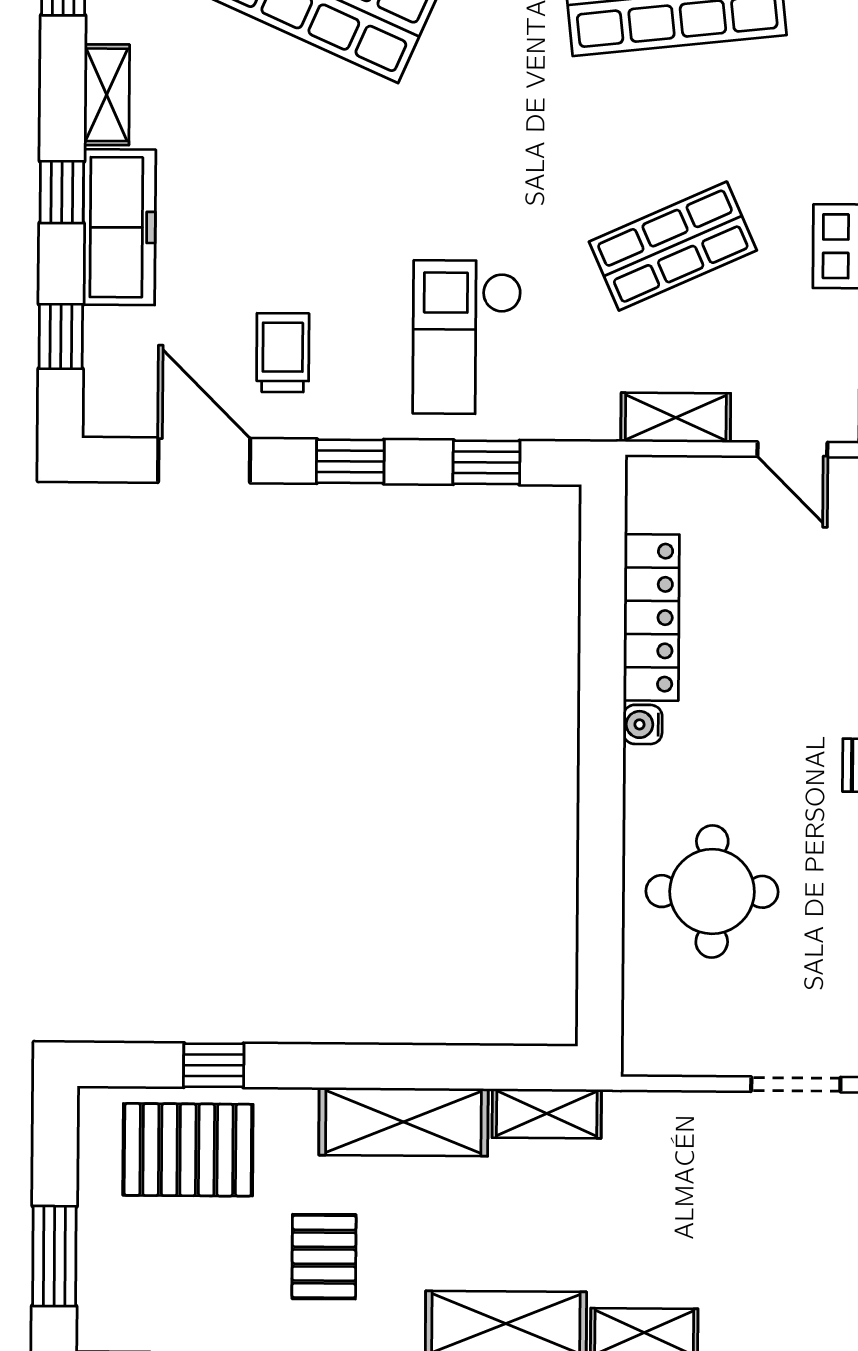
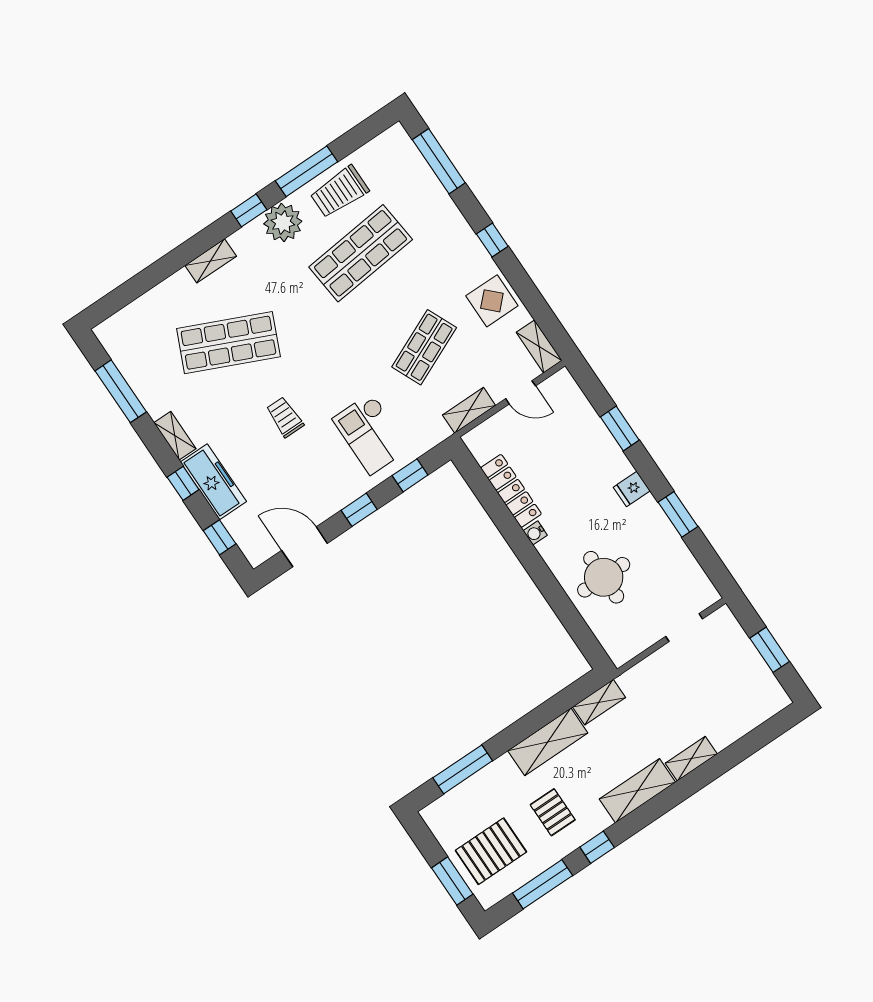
trolley: (283, 353) -> (285, 417), moved
window: (214, 1065) -> (463, 769), width x2.17
pallet: (188, 1150) -> (491, 851), moved

